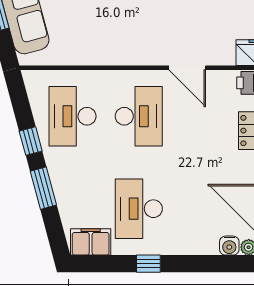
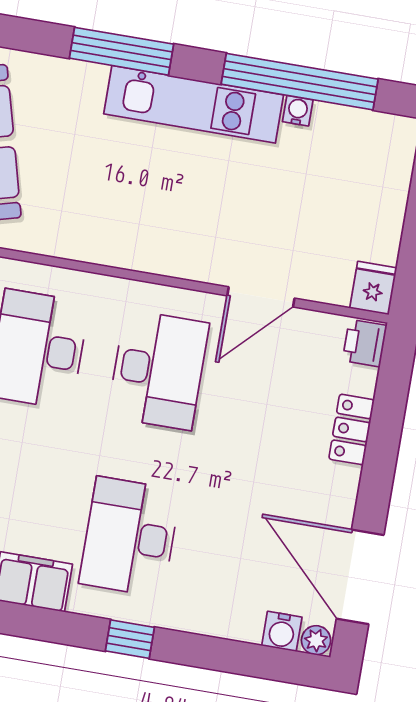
door: (187, 68) -> (261, 297), hinge flipped

